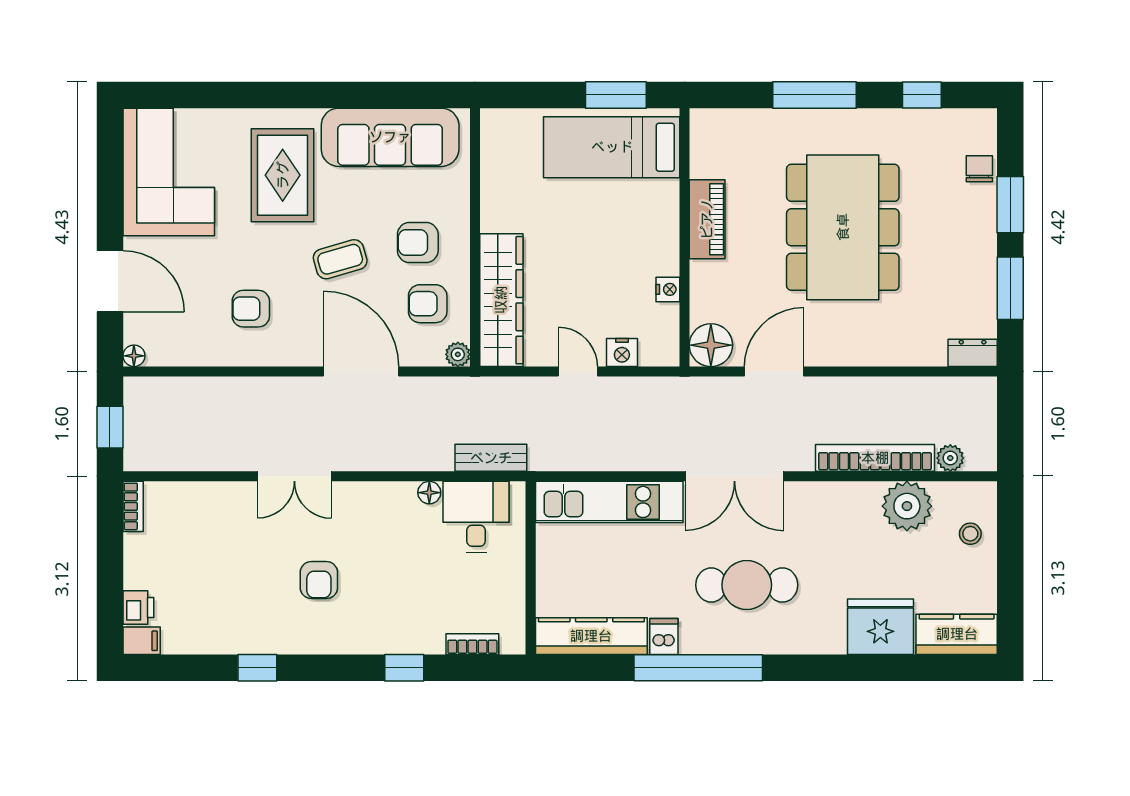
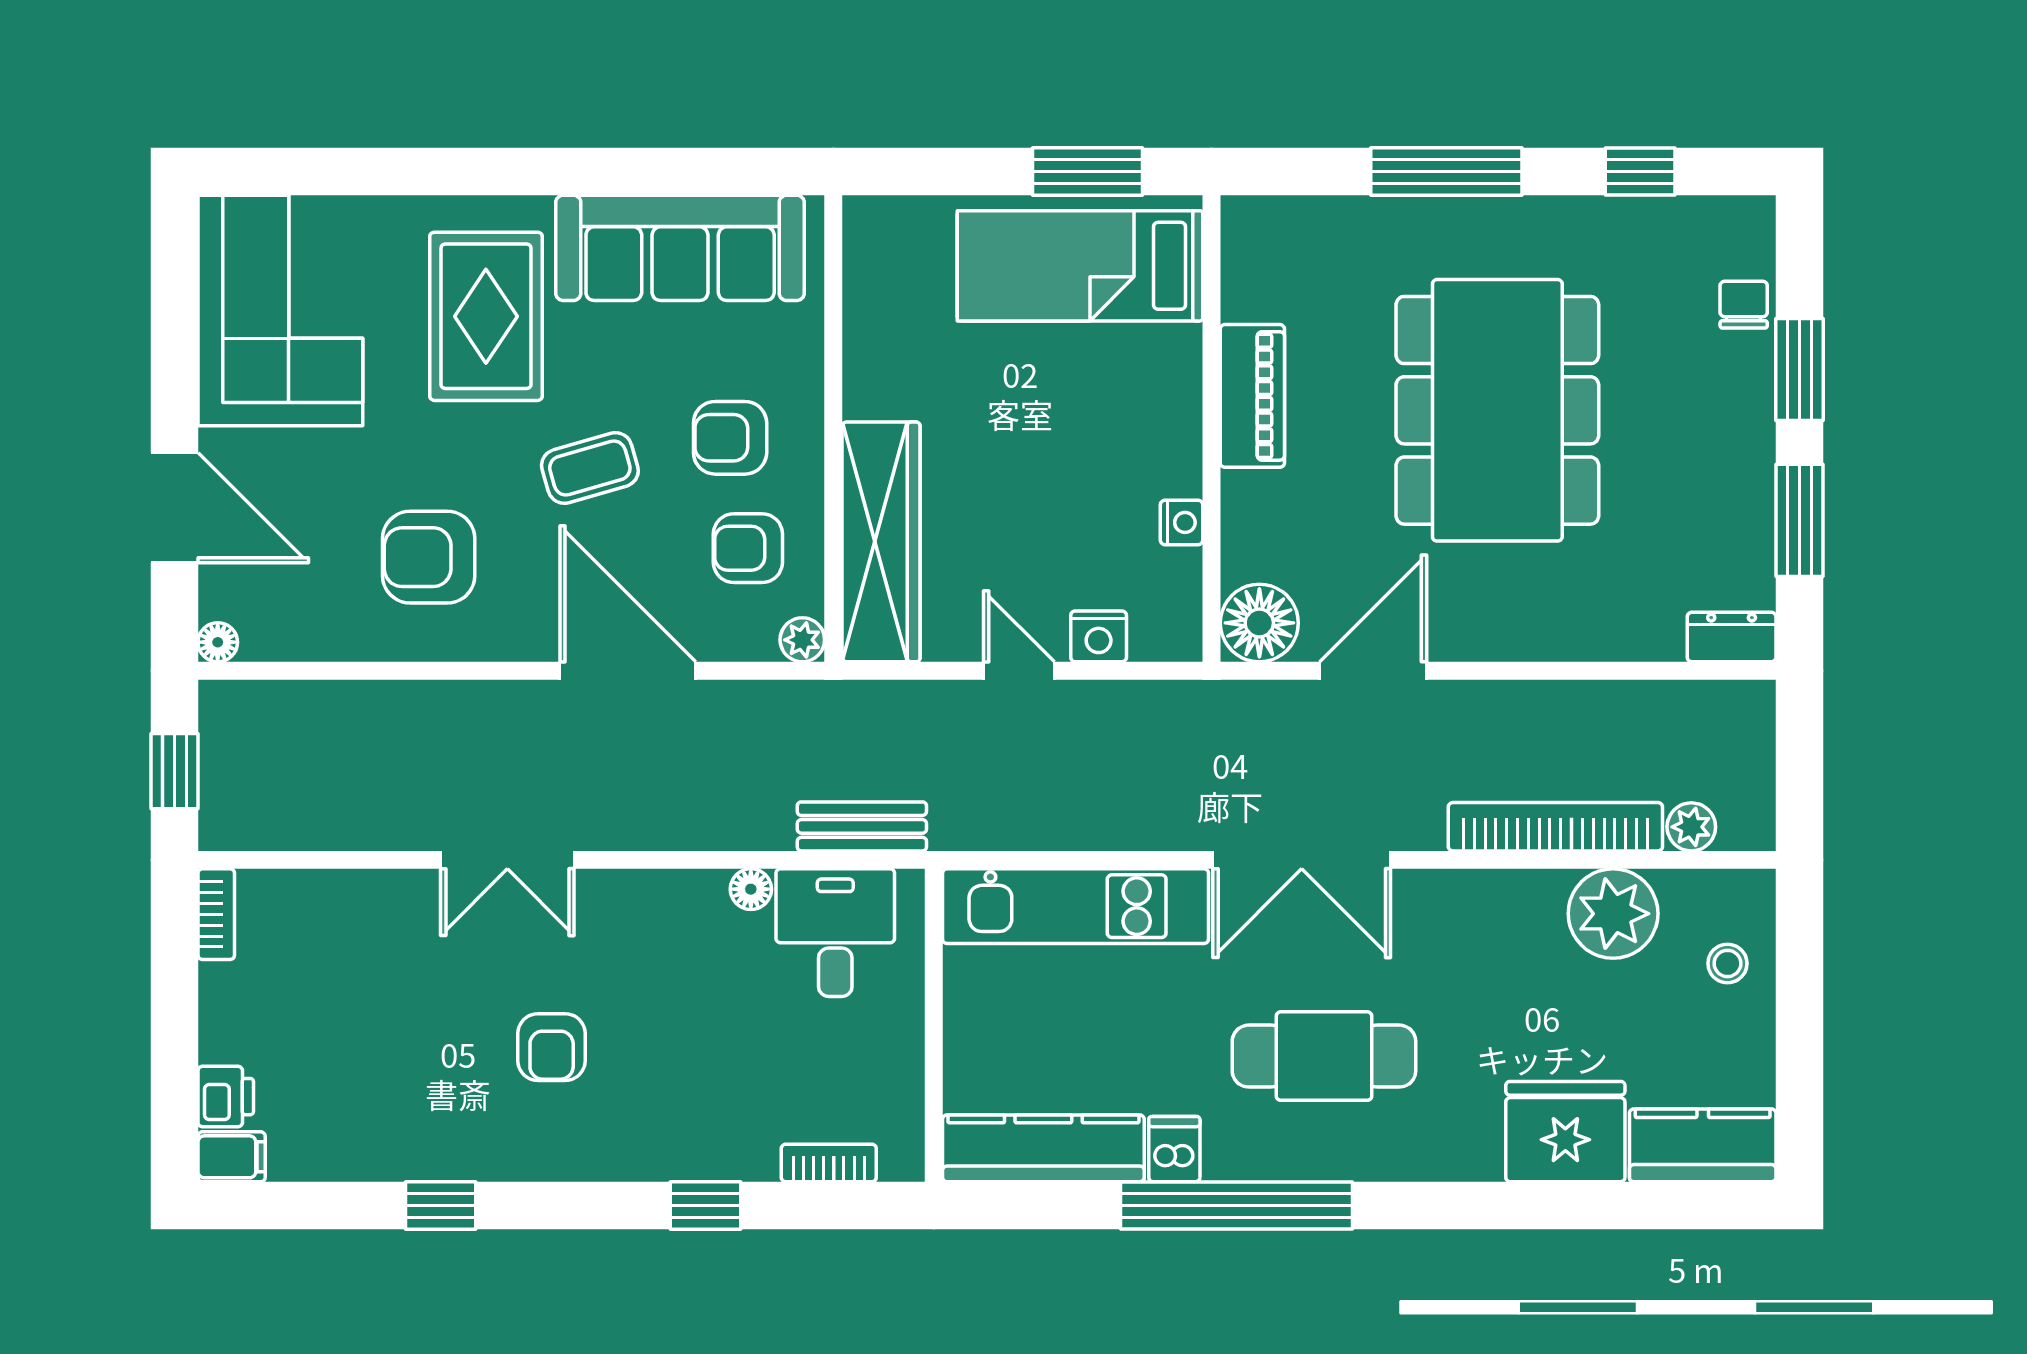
armchair: (251, 309) -> (429, 557), width x1.38, depth x1.38

